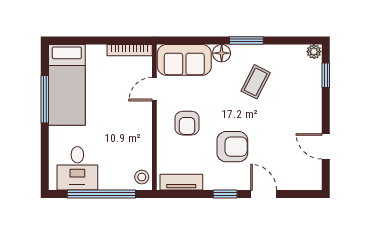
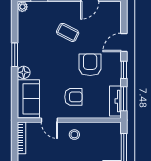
coffee table: (256, 82) -> (68, 32), moved
stool: (142, 177) -> (74, 135), moved
window: (184, 194) -> (124, 99), added

